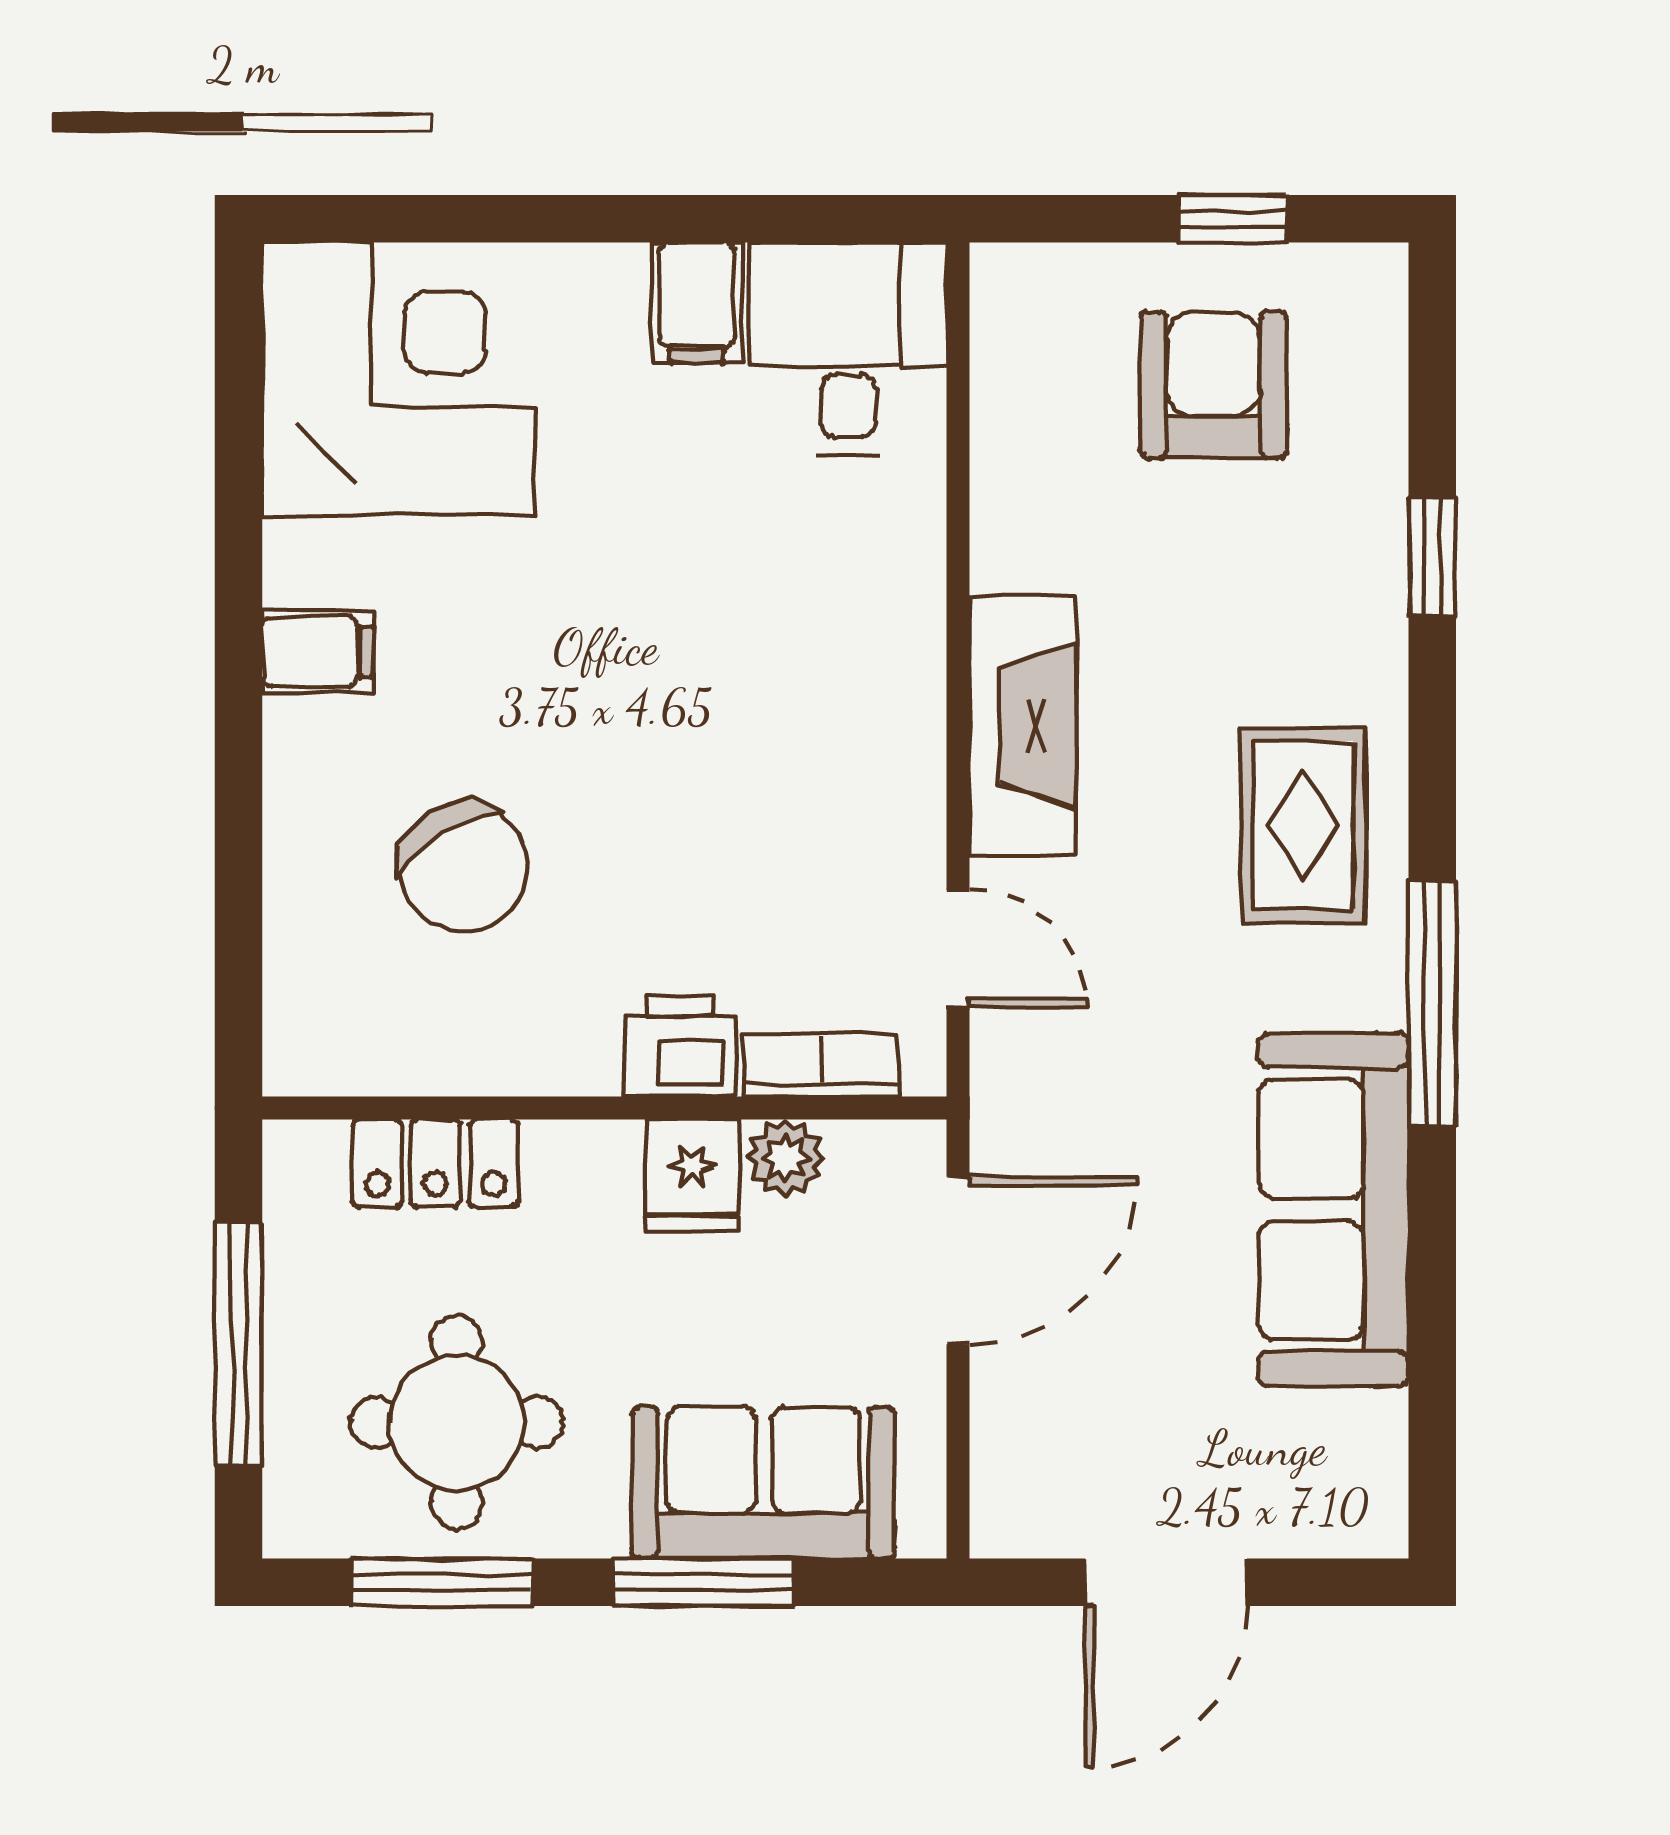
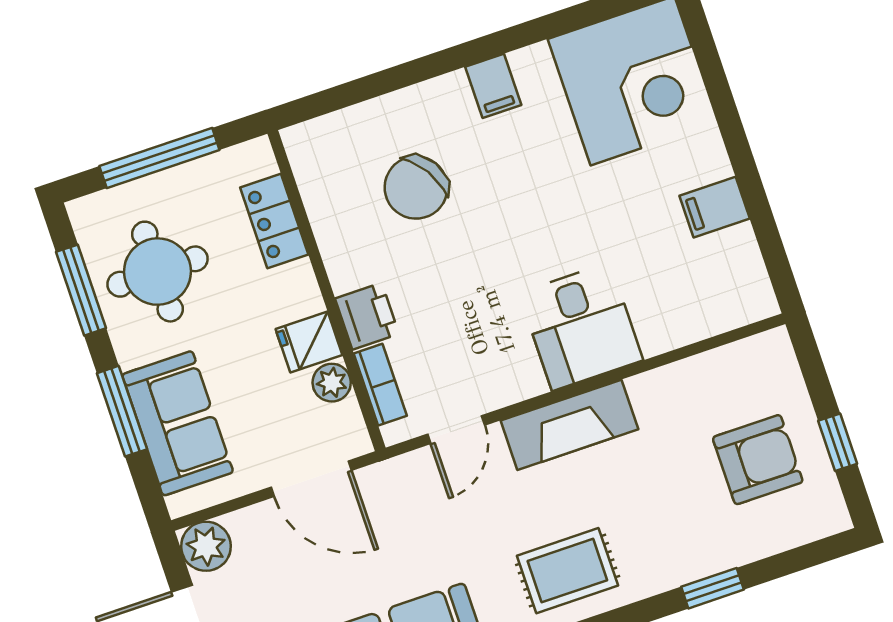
desk: (848, 349) -> (581, 327), moved, turned 90
plant: (1020, 1508) -> (206, 546), added

